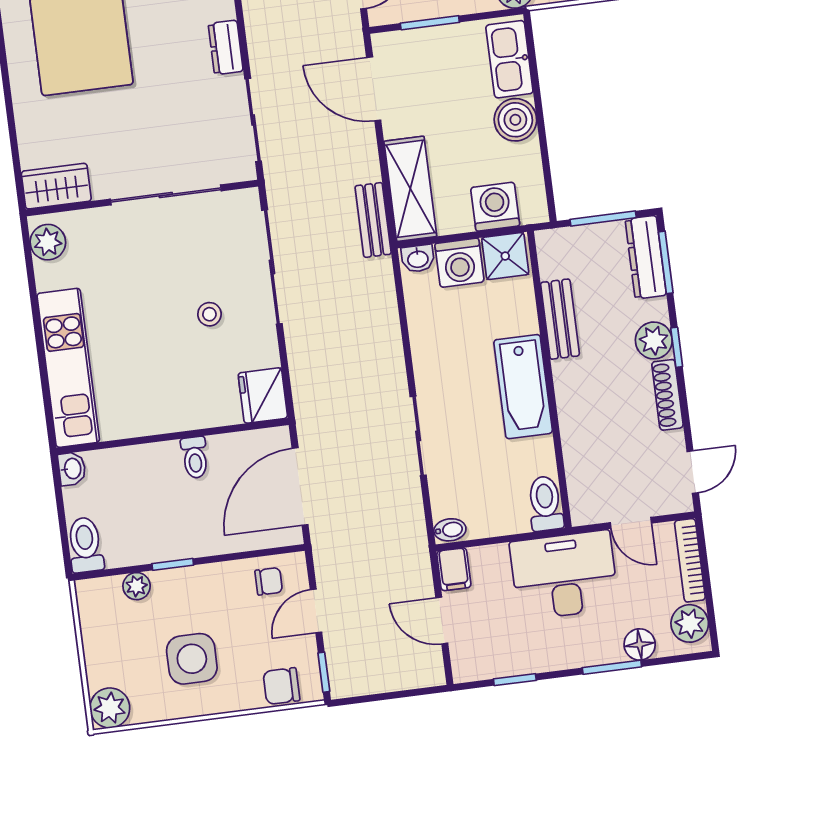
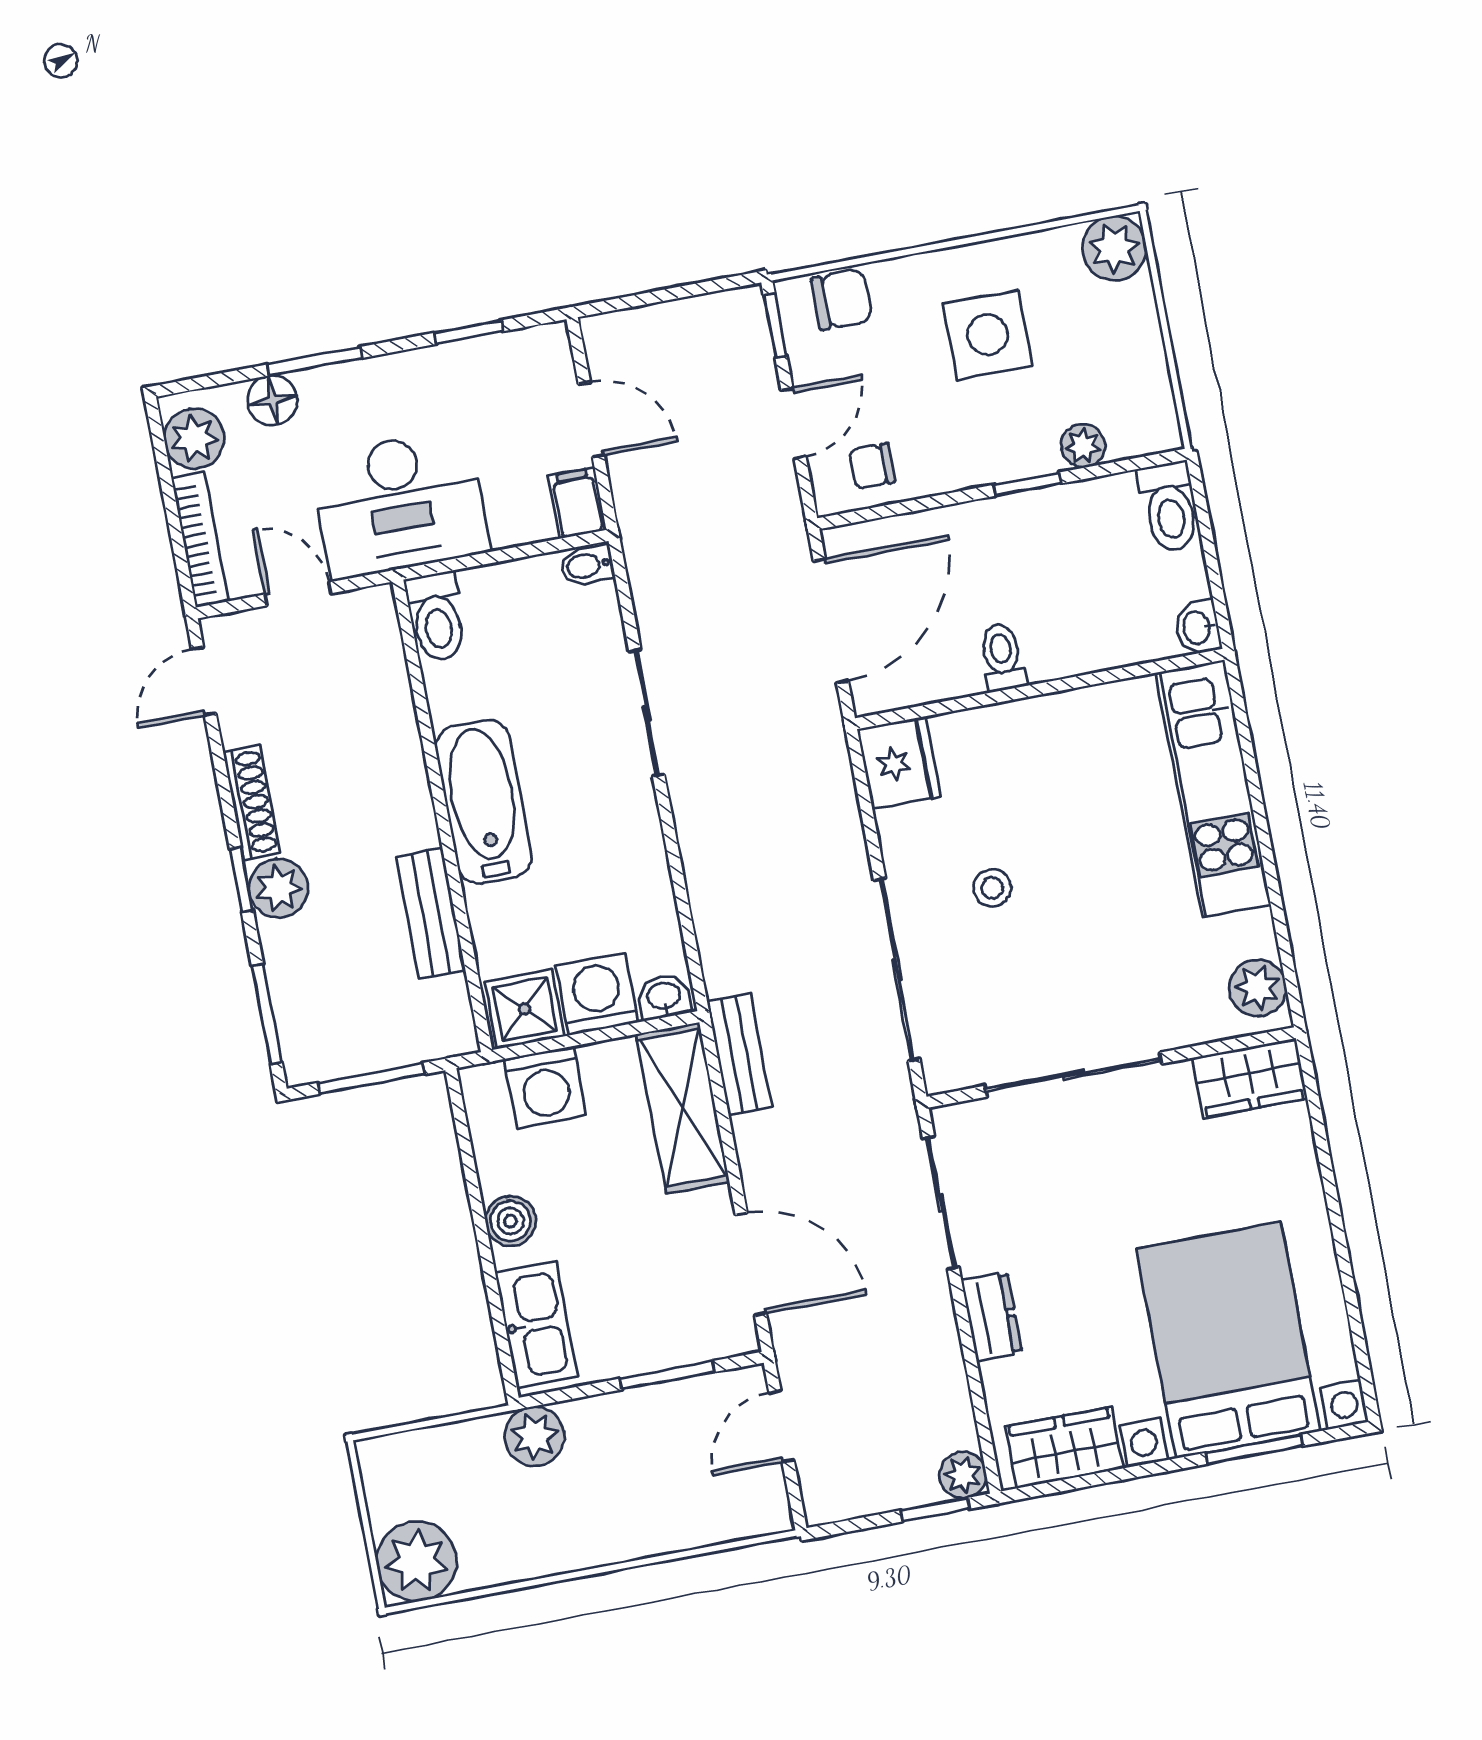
boiler: (515, 120) -> (511, 1221), width x0.73, depth x0.73
dresser: (646, 257) -> (299, 1021), removed

